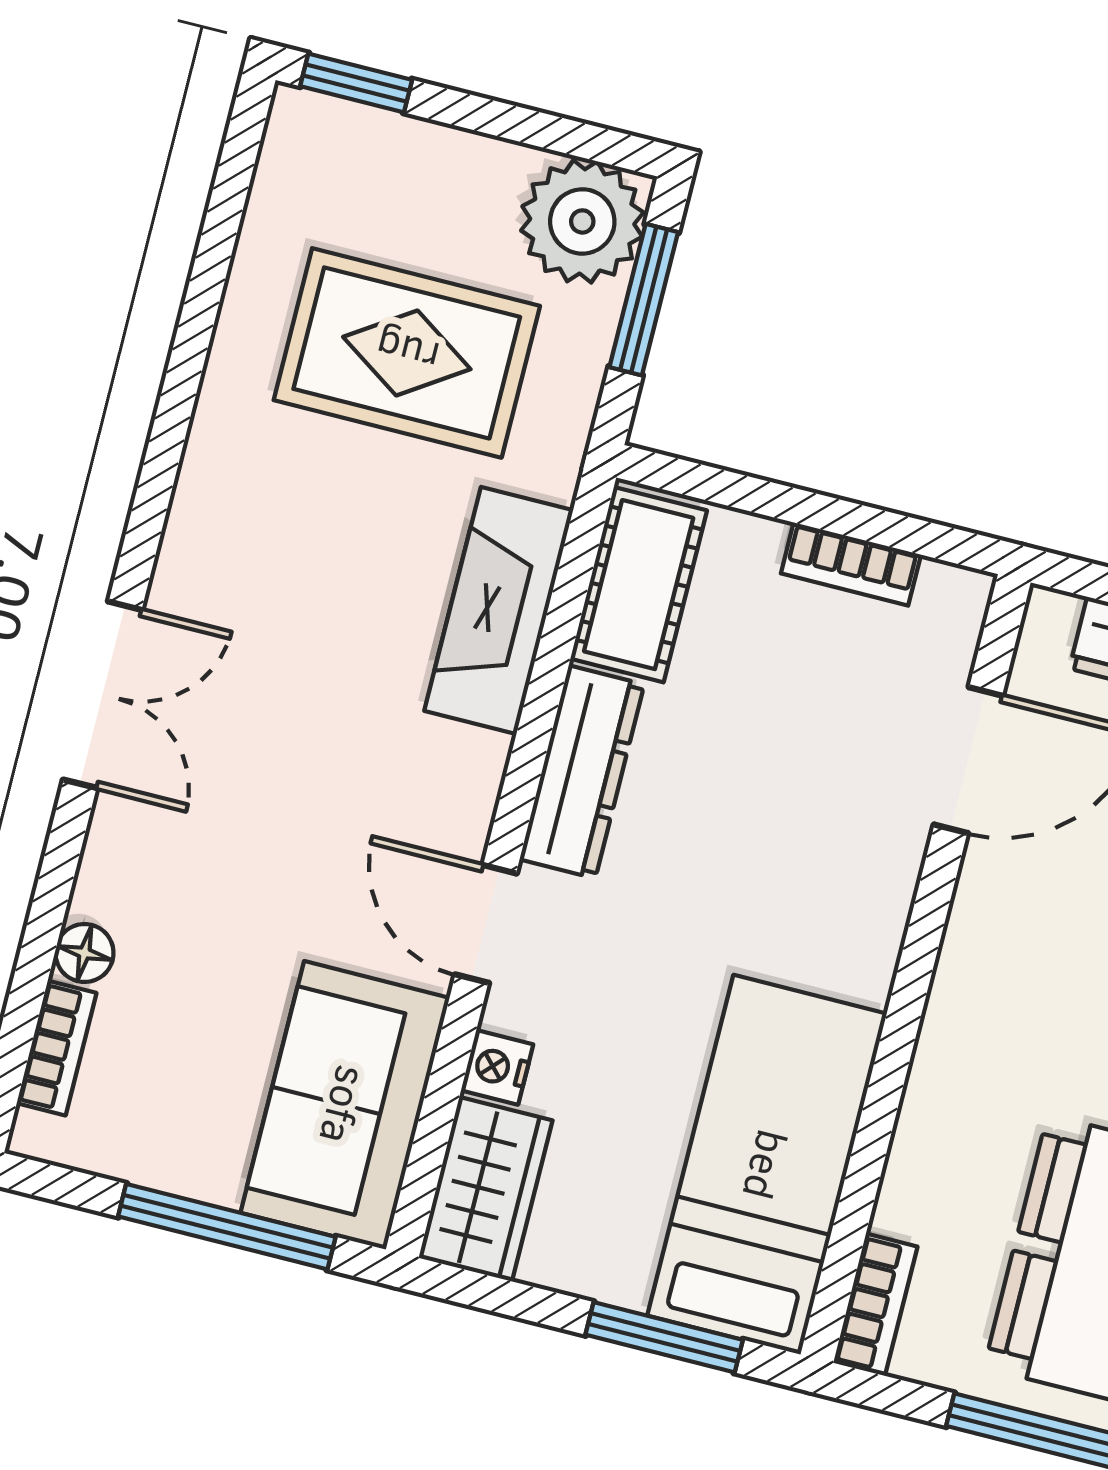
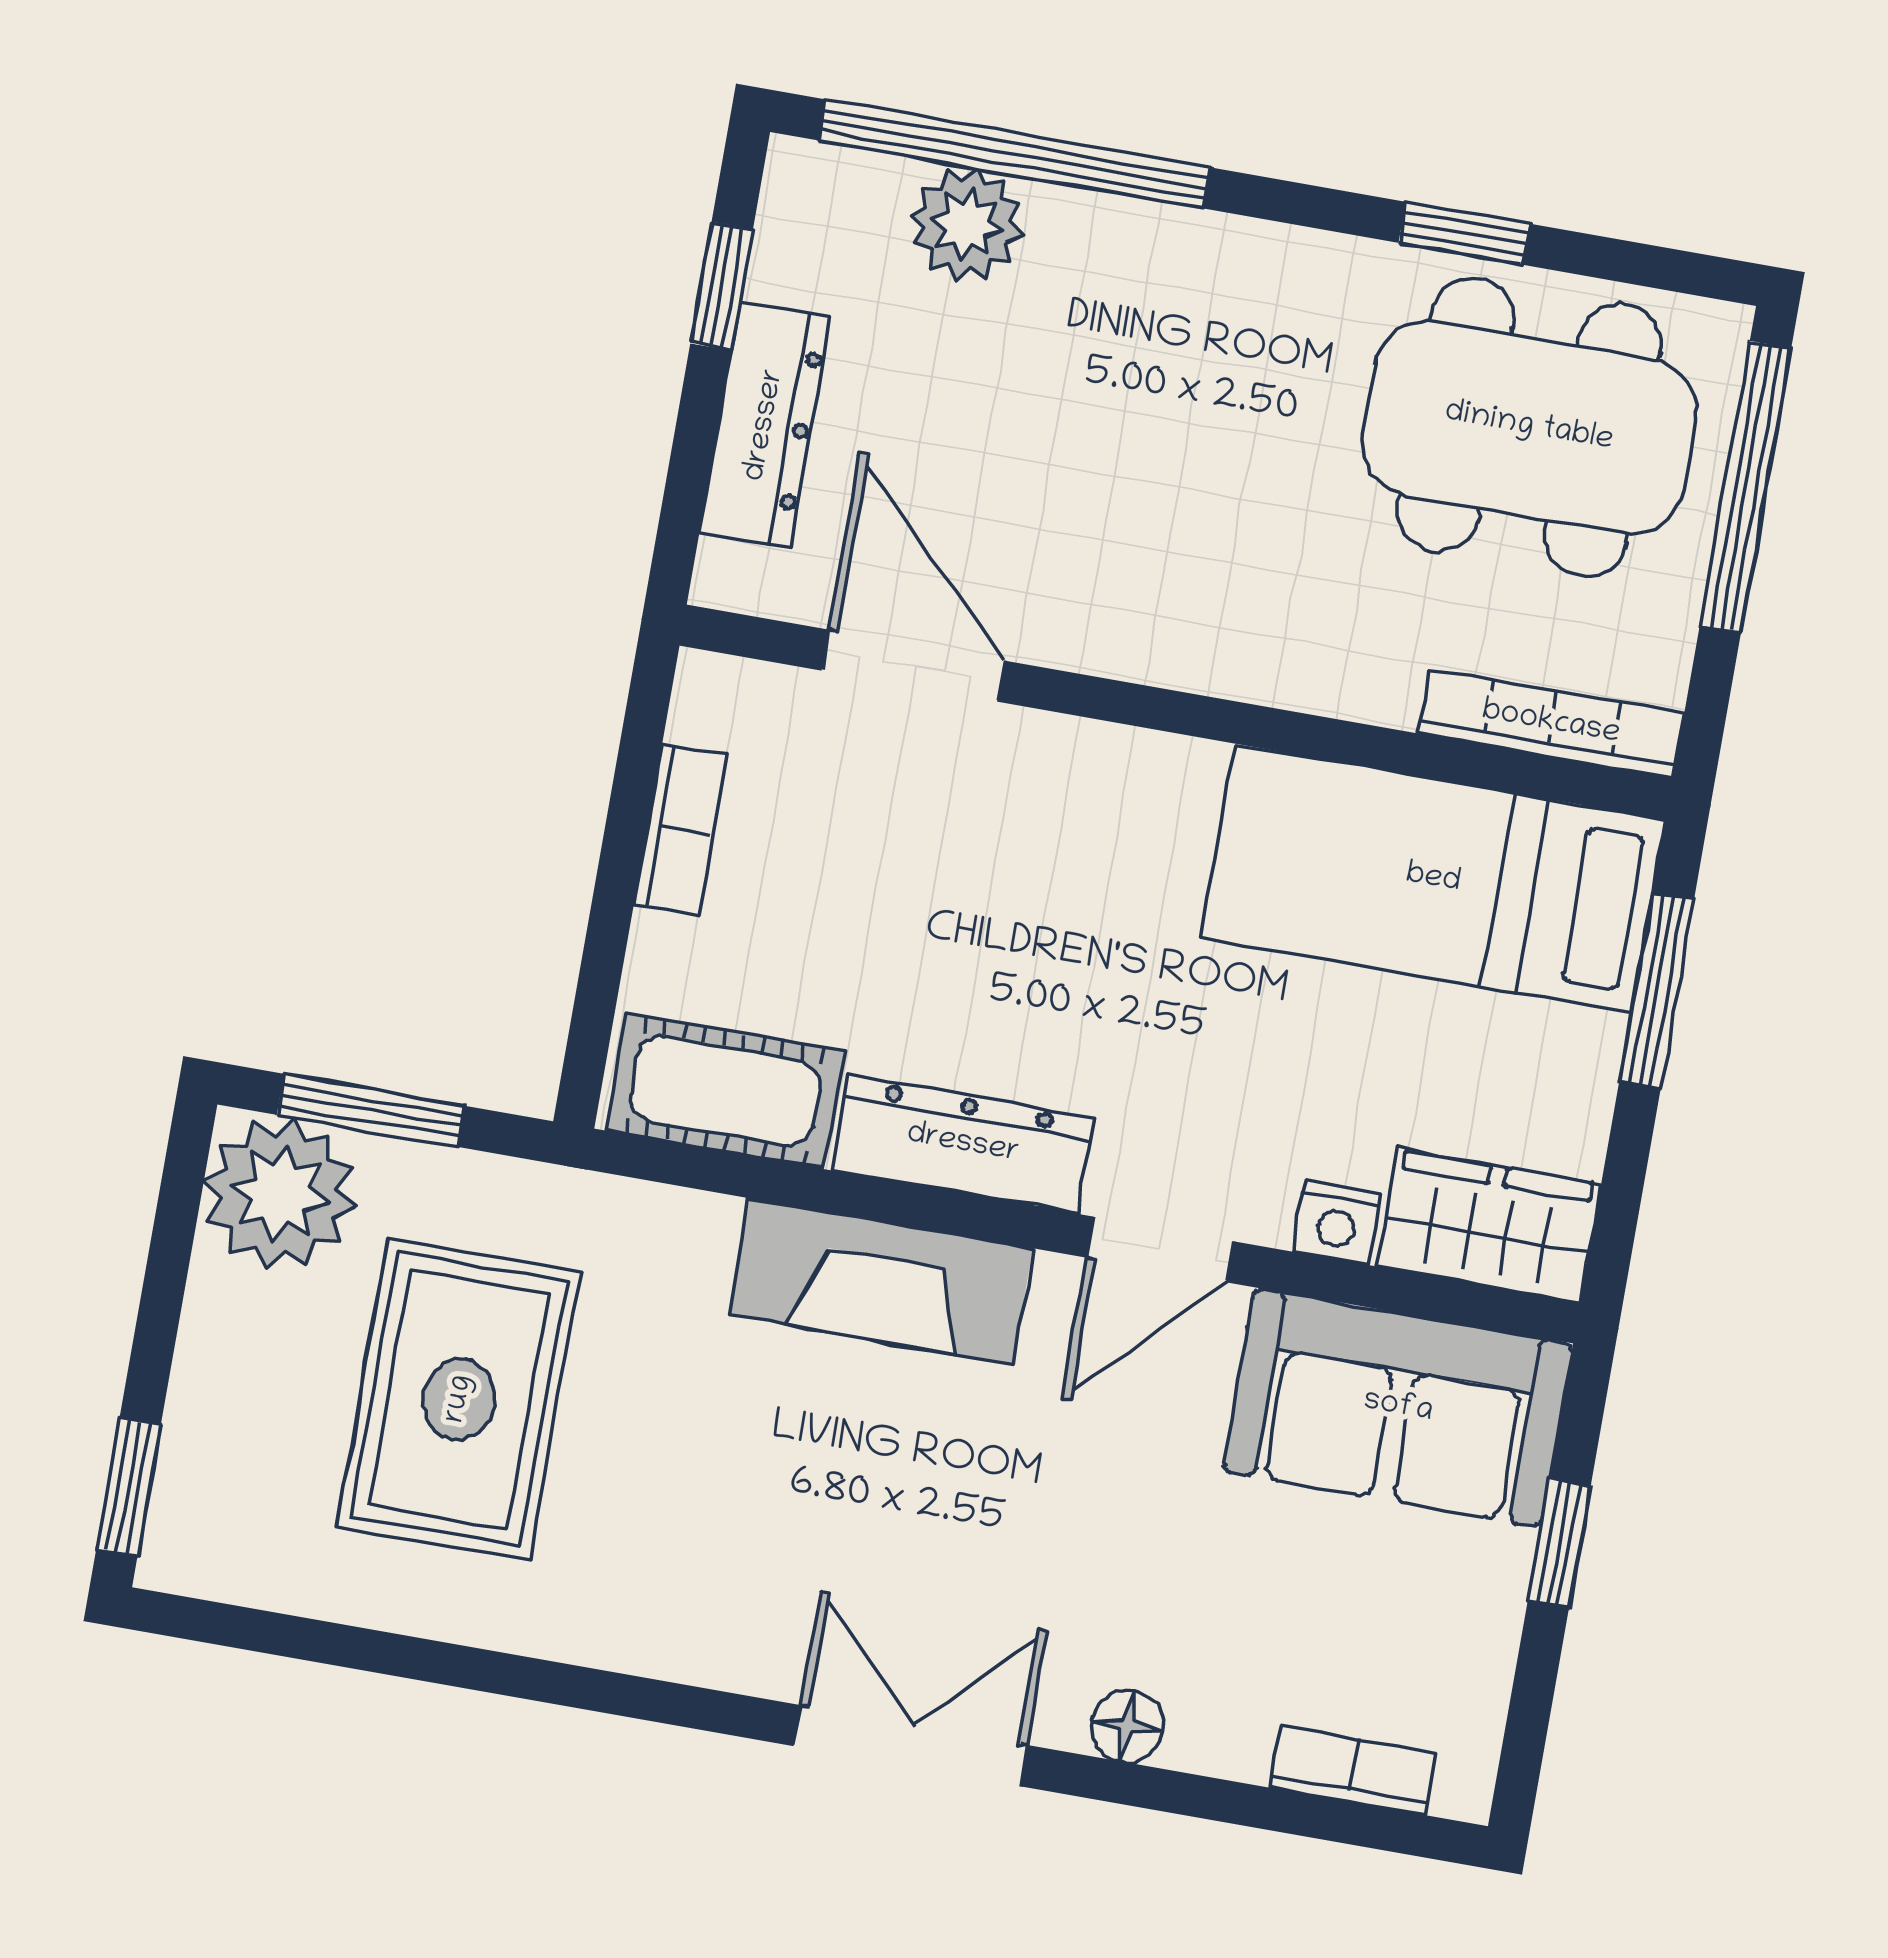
fireplace: (499, 611) -> (881, 1282), moved
floor lamp: (84, 953) -> (1128, 1726), moved
window: (227, 1227) -> (1559, 1543), width x0.46
bookcase: (875, 1305) -> (1551, 723), width x1.56

